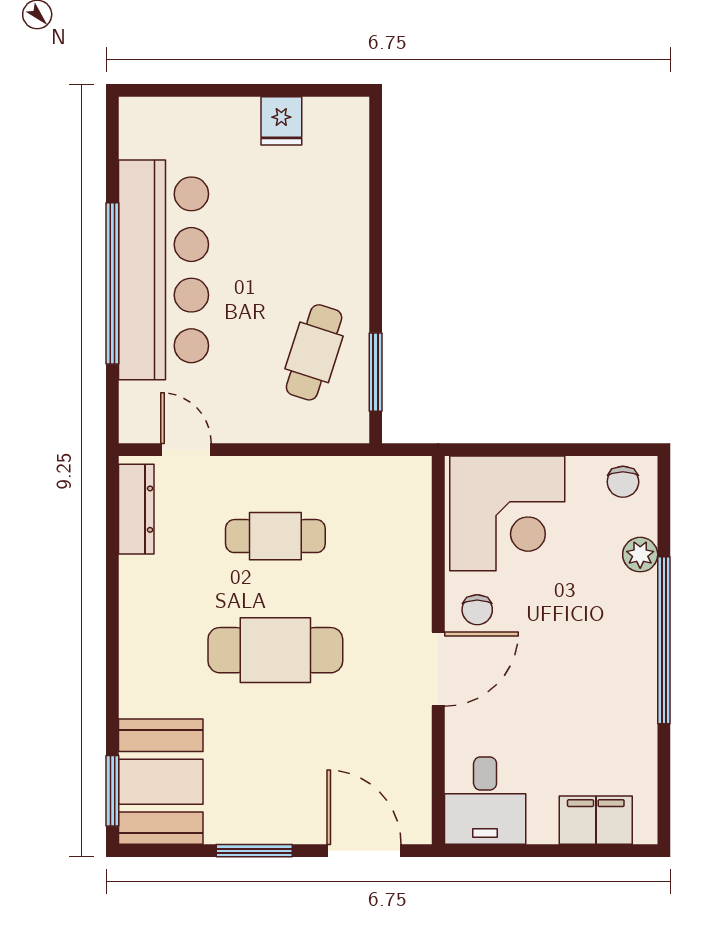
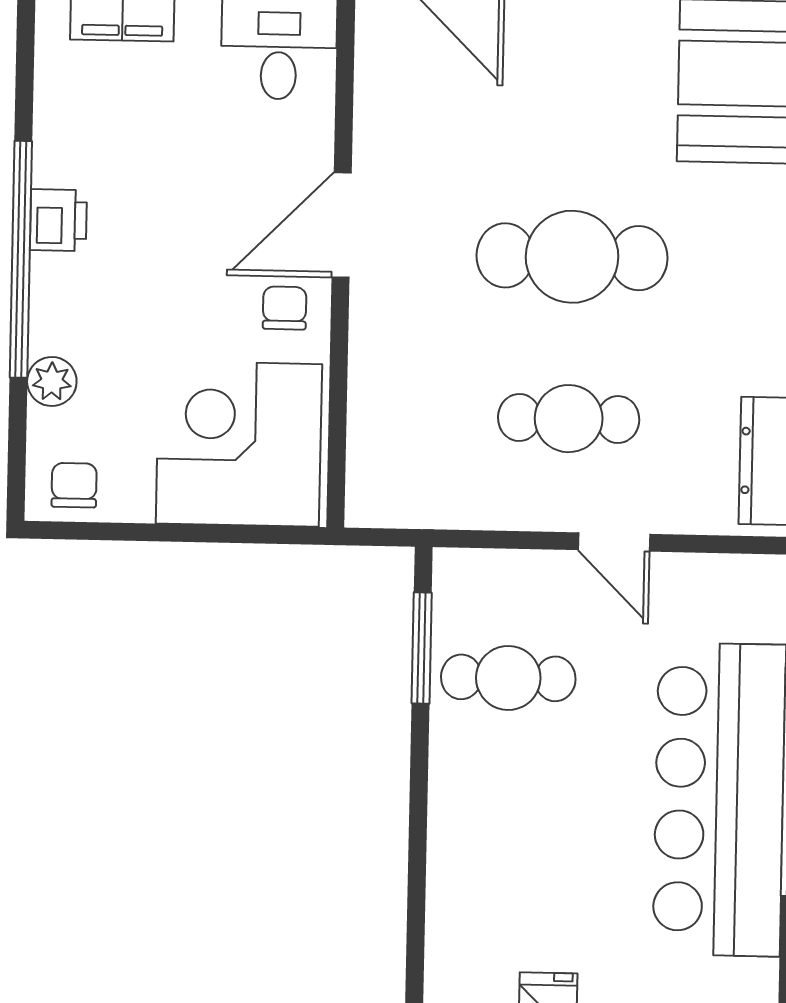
cafe table: (314, 352) -> (508, 678), turned 72
door: (186, 450) -> (614, 542), moved
printer: (638, 668) -> (58, 220), added

